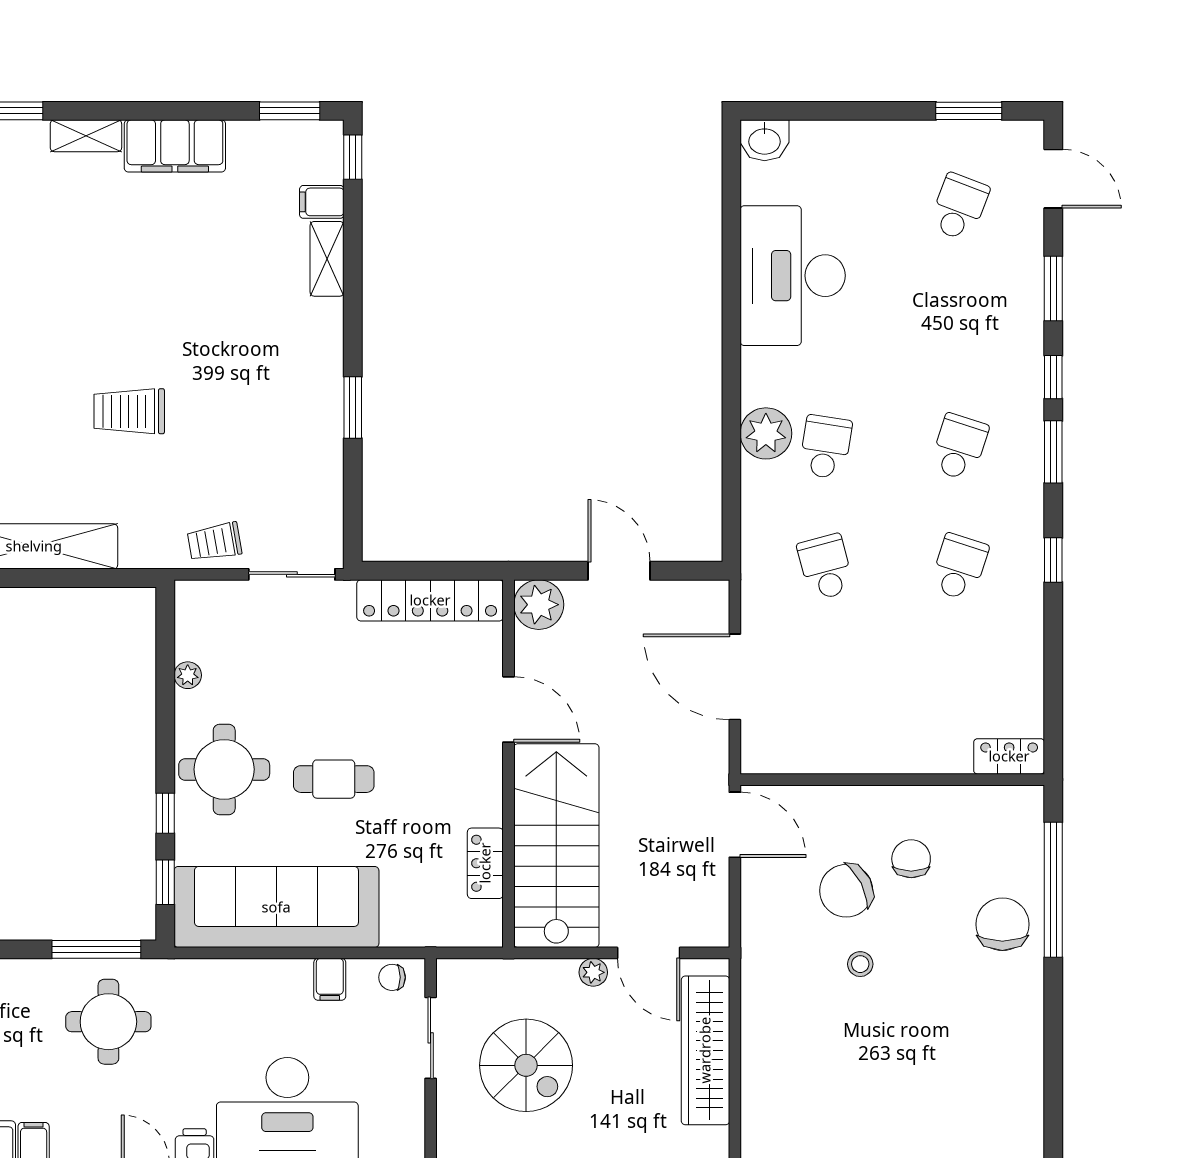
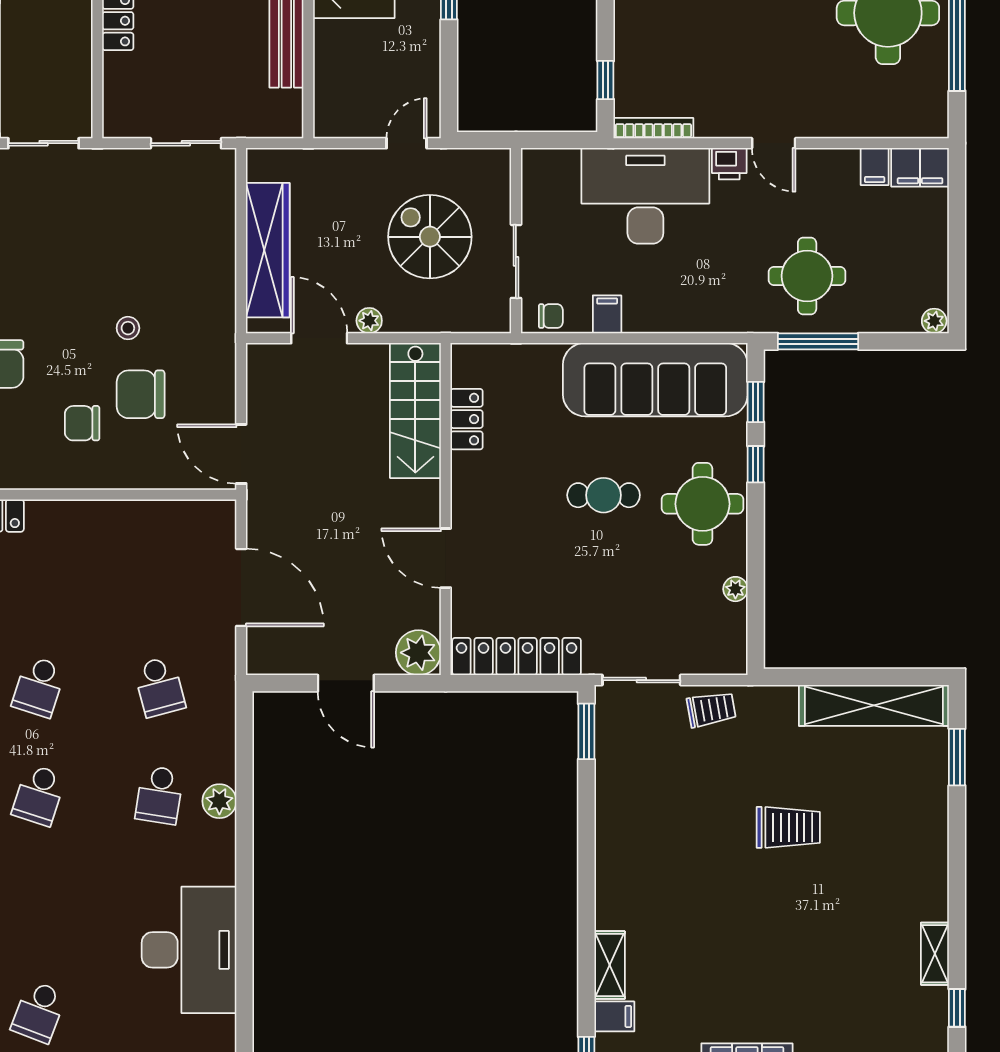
window: (353, 407) -> (586, 731), moved
plant: (766, 433) -> (219, 801), width x0.73, depth x0.73
stairs: (556, 846) -> (415, 410), width x0.73, depth x0.66
chair: (911, 859) -> (82, 423), turned 90
chair: (846, 891) -> (141, 394), turned -153

